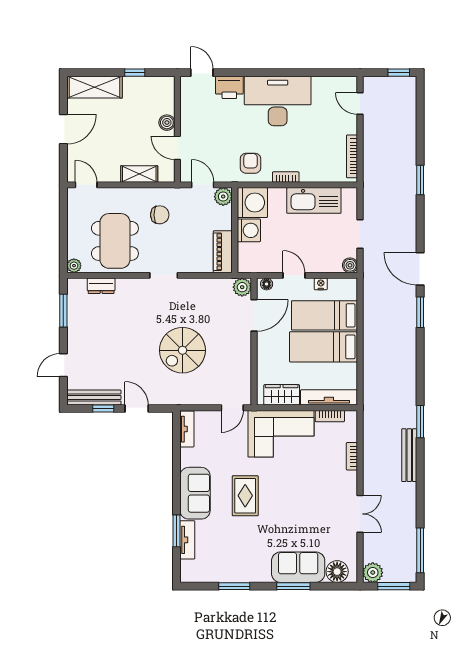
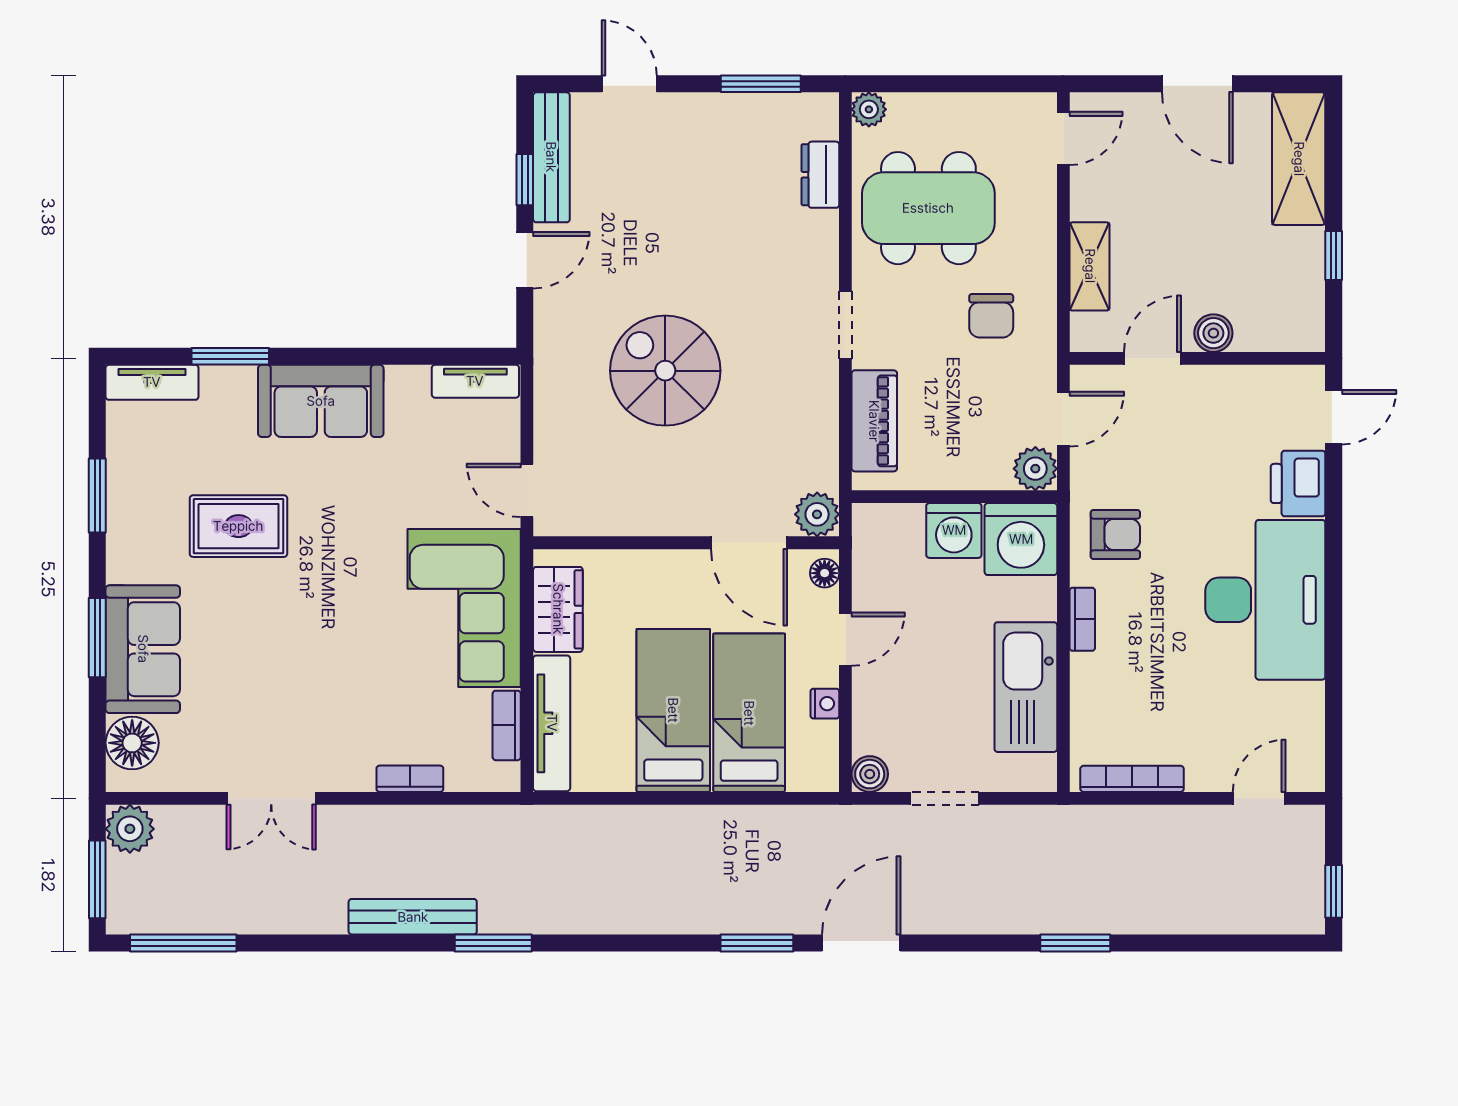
piano: (223, 252) -> (874, 421), moved, turned 90
rug: (245, 496) -> (238, 526), moved
tv unit: (187, 540) -> (152, 382), moved

